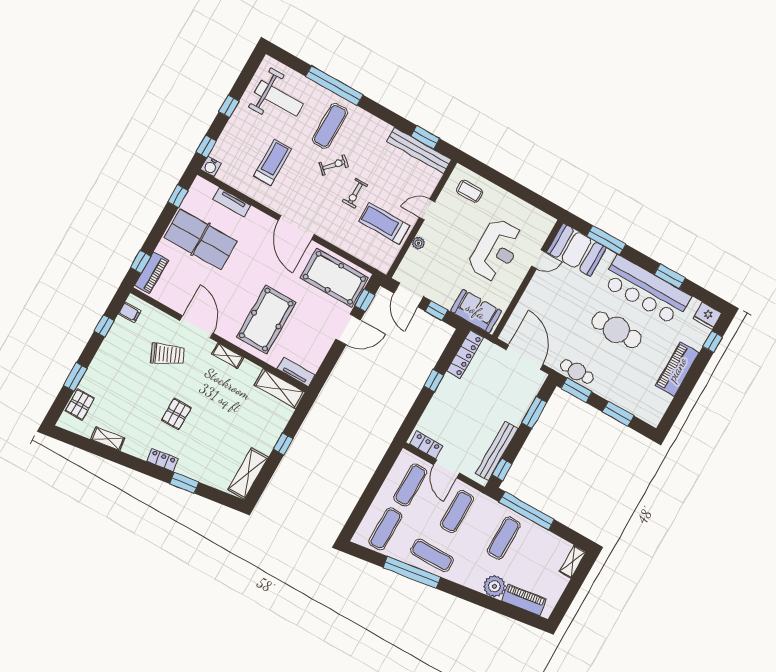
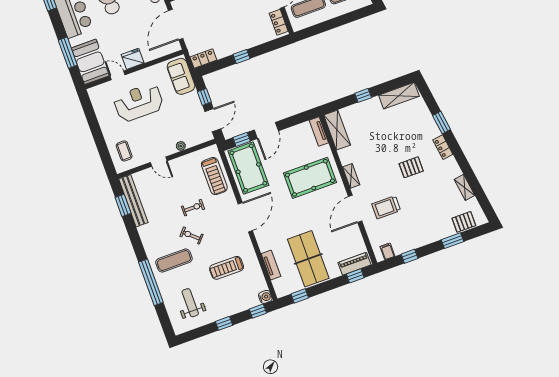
weight bench: (279, 98) -> (190, 303), width x0.73, depth x0.75
treadmill: (384, 223) -> (214, 176), moved
fridge: (538, 288) -> (133, 59), added
door: (348, 329) -> (266, 130), swing flipped
trolley: (168, 354) -> (386, 207), turned -66
locker: (465, 354) -> (203, 59), width x0.66

